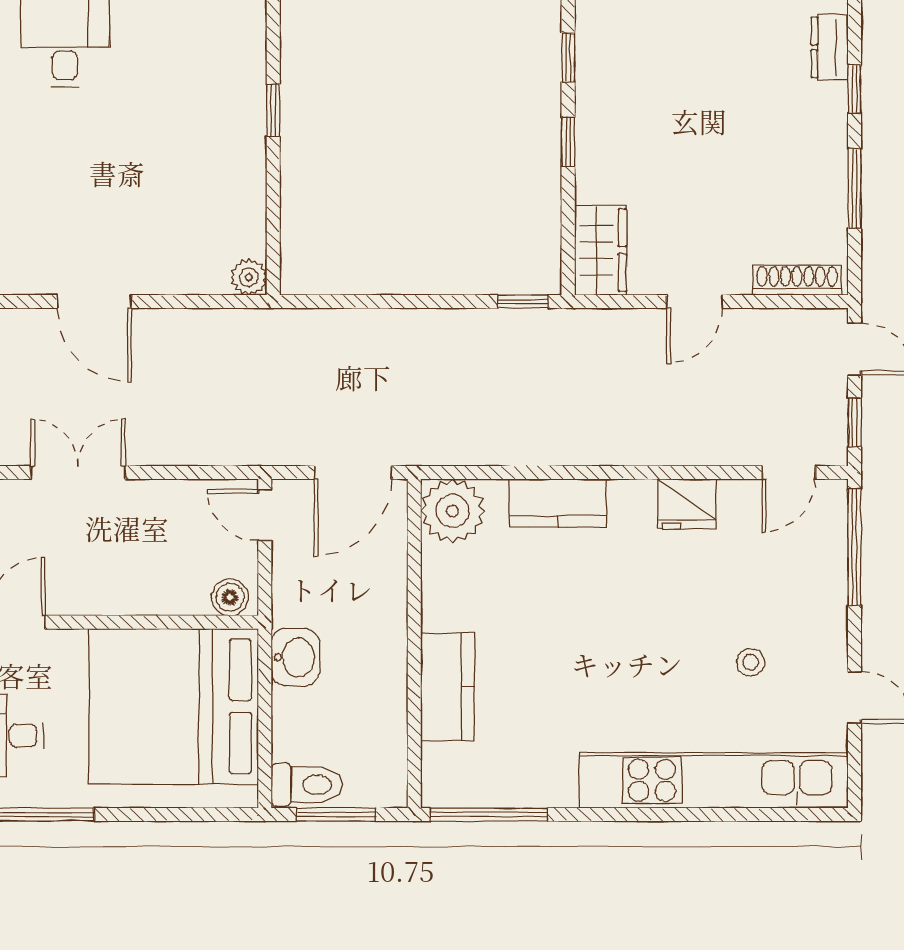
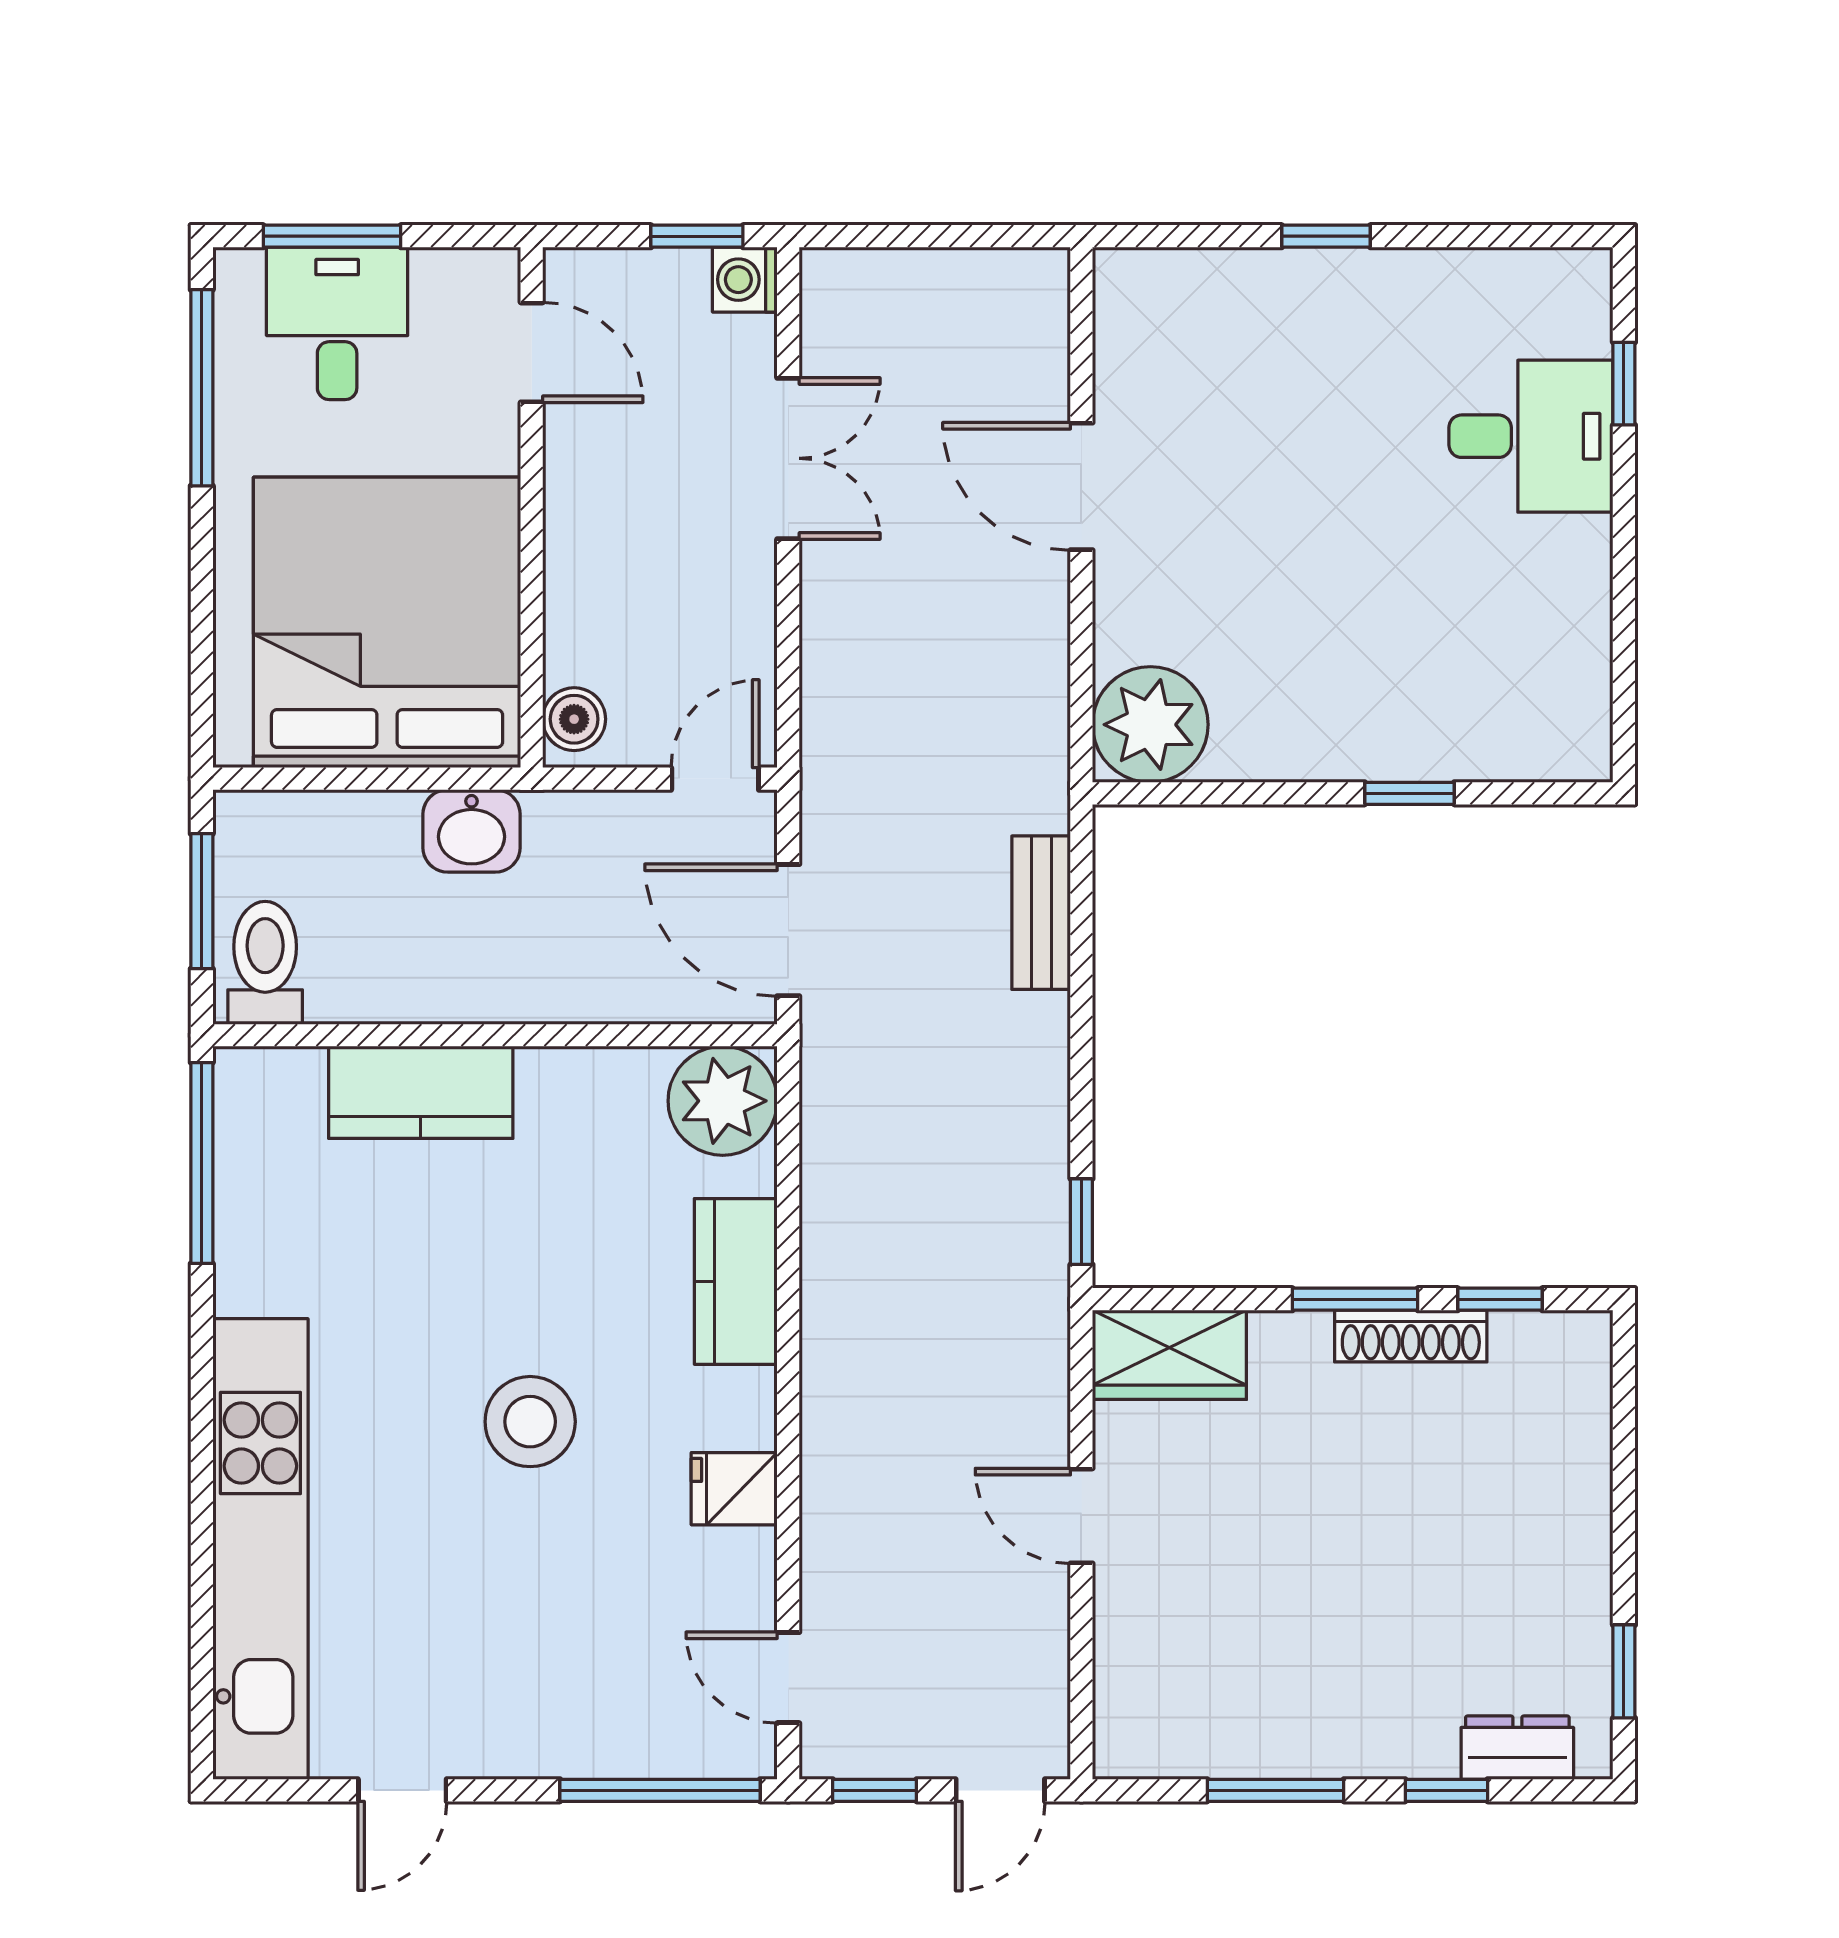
window: (568, 142) -> (1355, 1299), width x1.50
plant: (249, 277) -> (1150, 725), width x1.88, depth x1.88
shoe rack: (797, 280) -> (1411, 1336), moved, turned 90
door: (94, 302) -> (1081, 486), hinge flipped
bench: (343, 325) -> (1041, 913), added
fridge: (687, 504) -> (734, 1489), width x0.72
stool: (751, 662) -> (530, 1422), moved, width x1.89, depth x1.89
toilet: (307, 785) -> (265, 963), moved, turned 180

